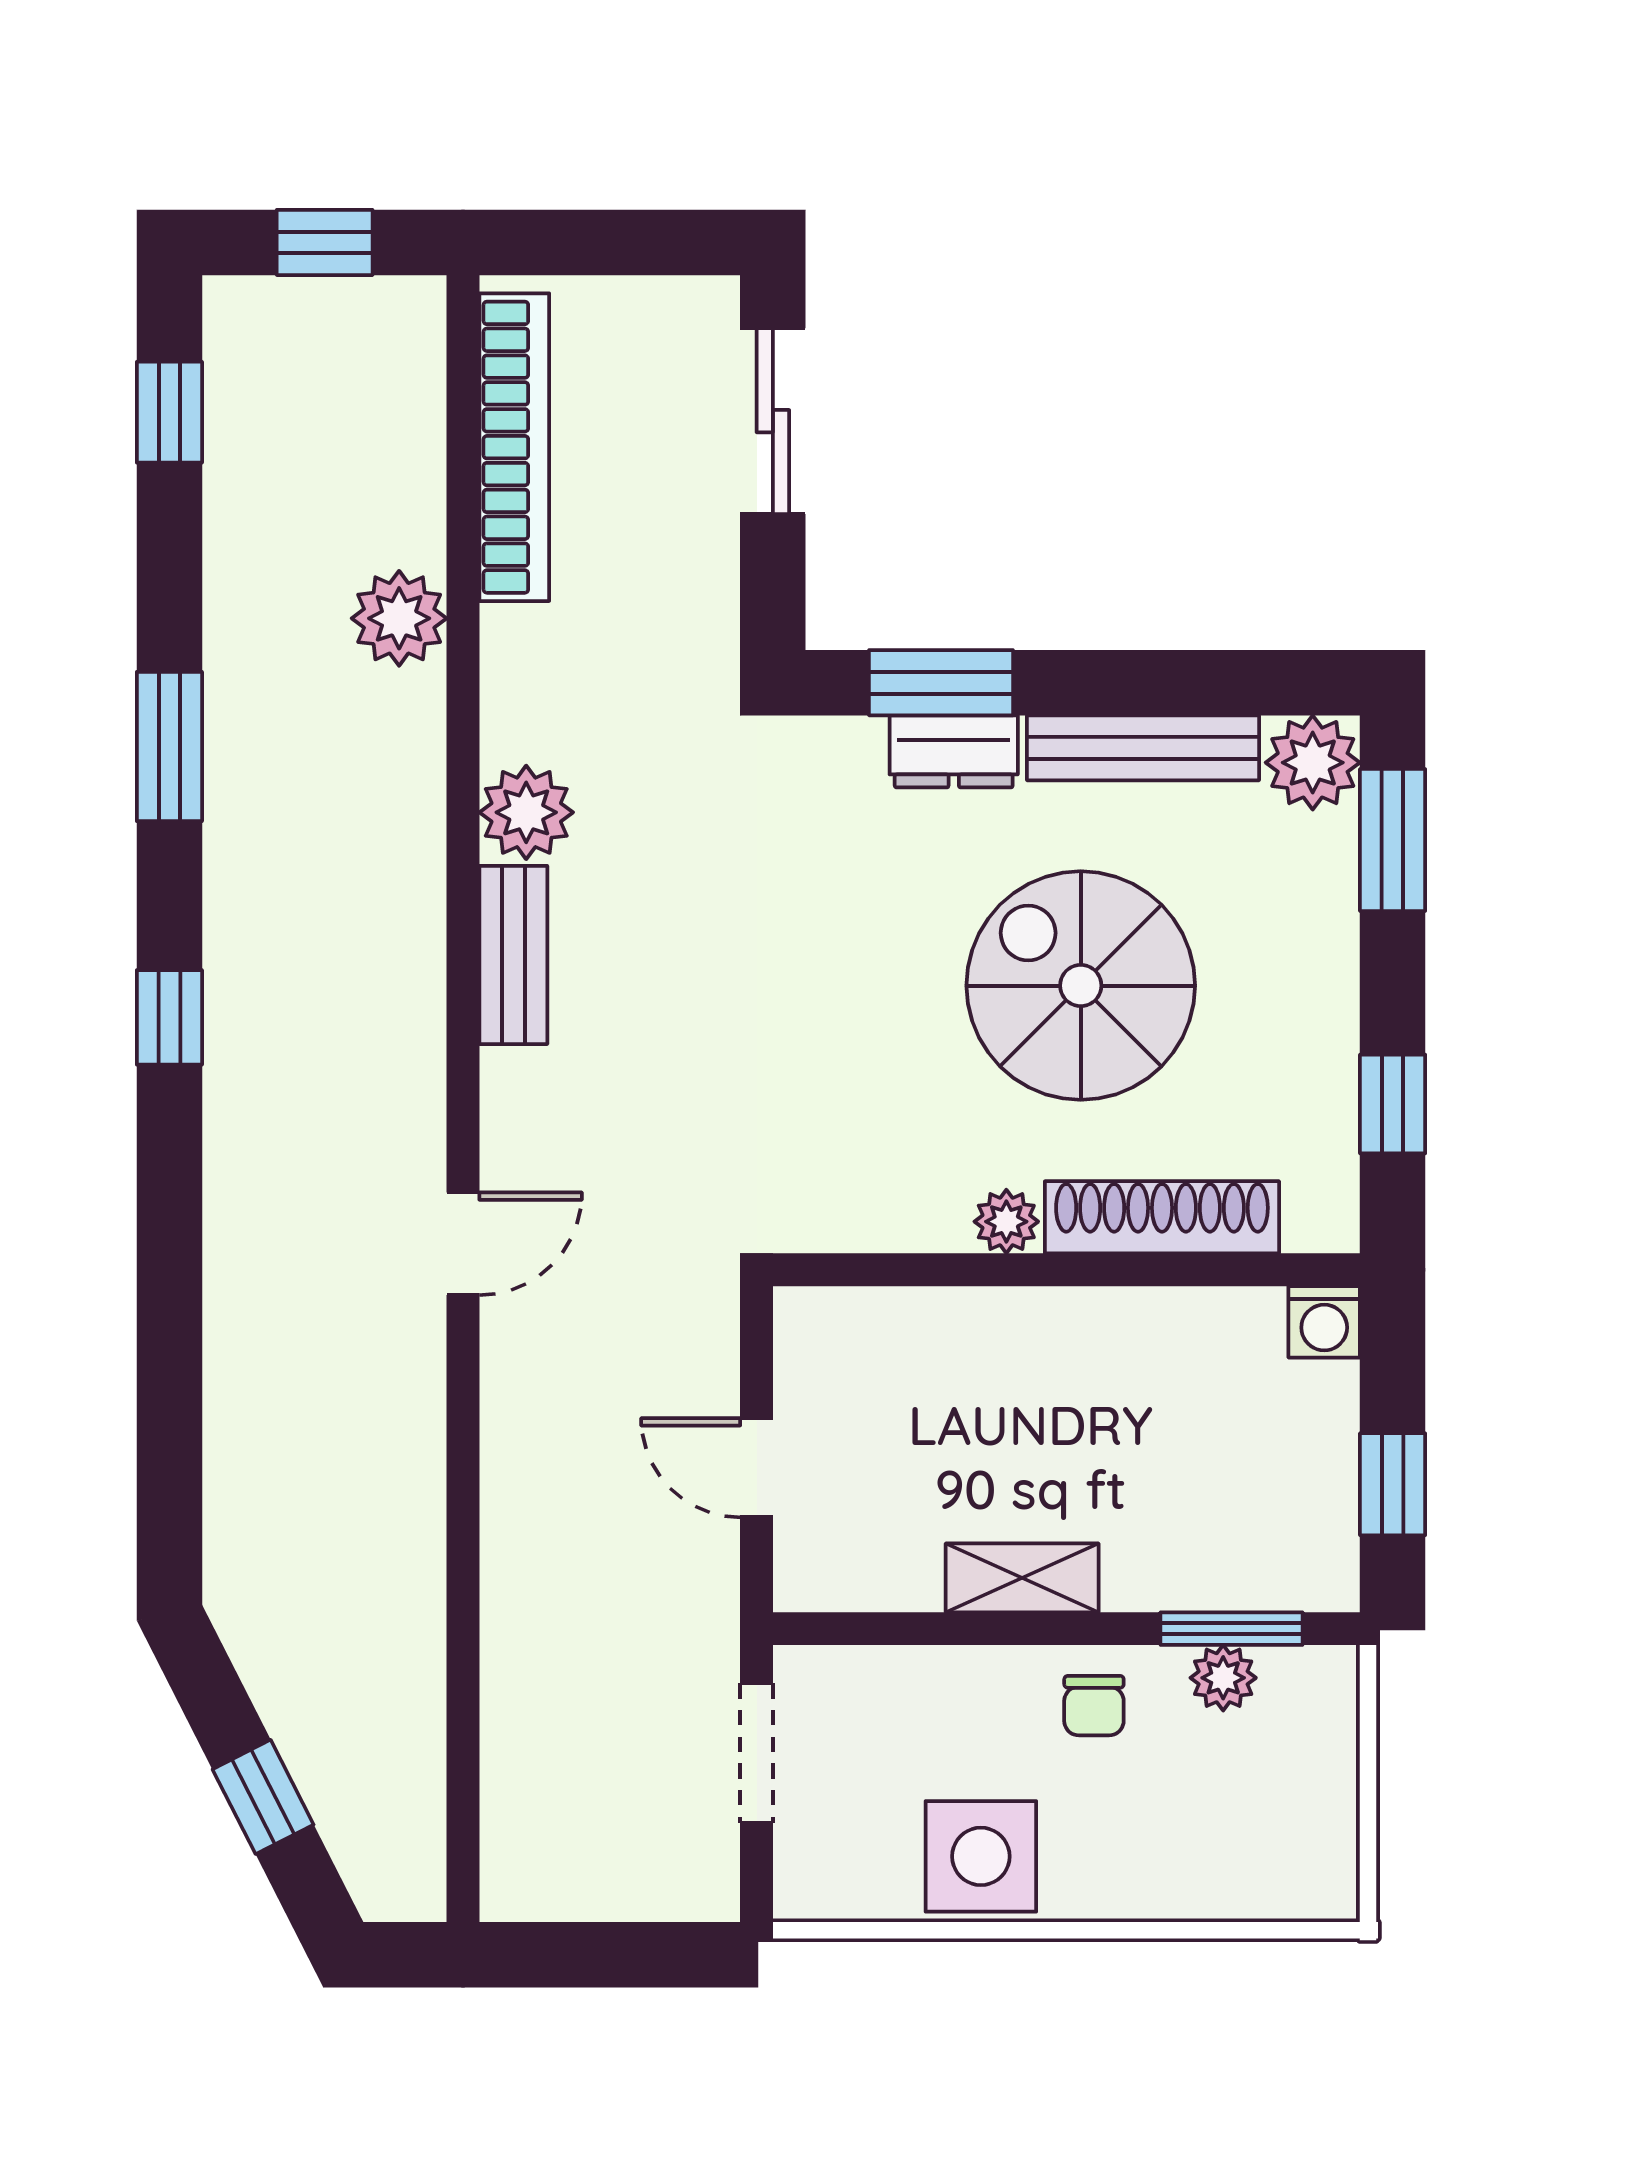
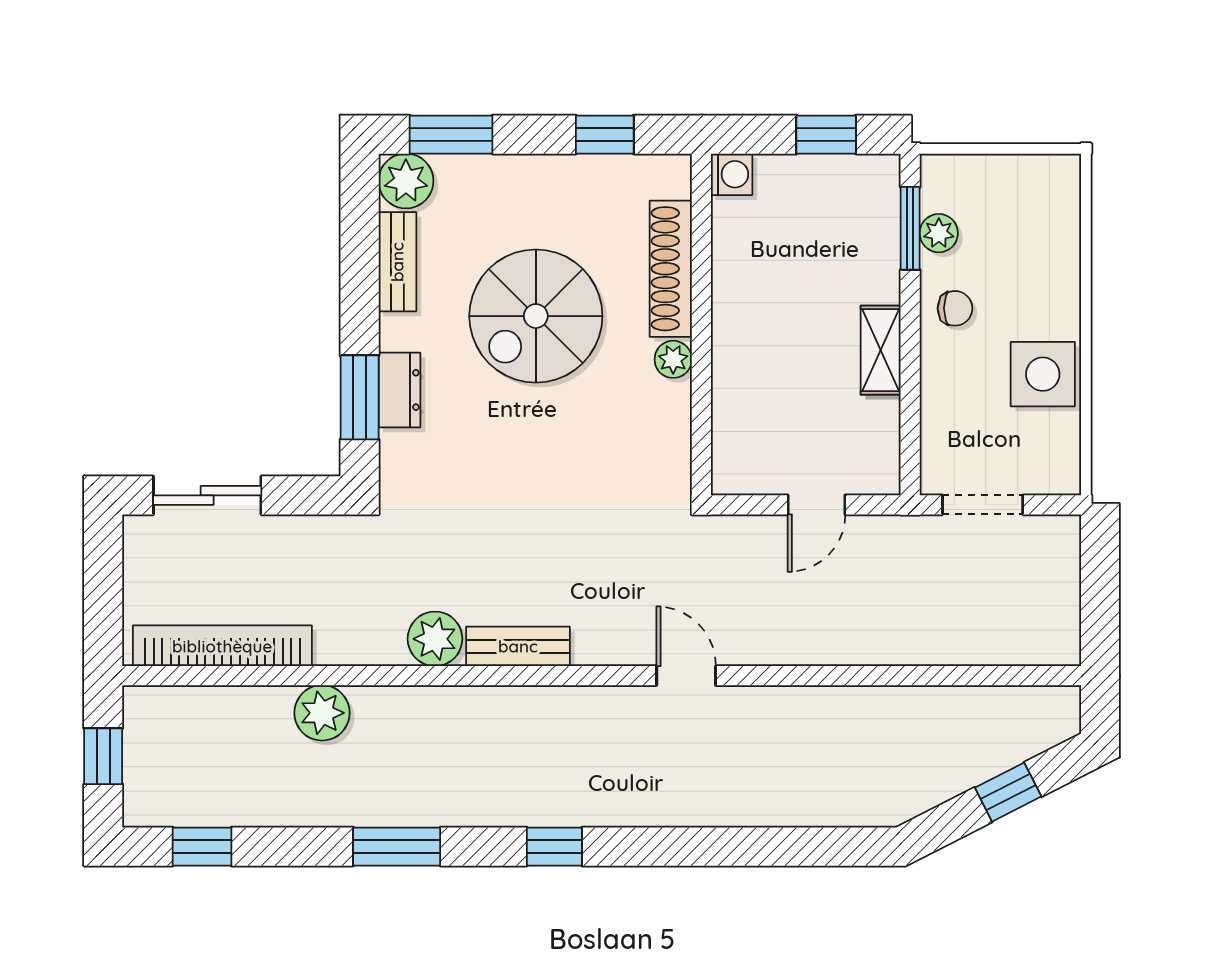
bench: (1143, 748) -> (397, 262), width x0.73

